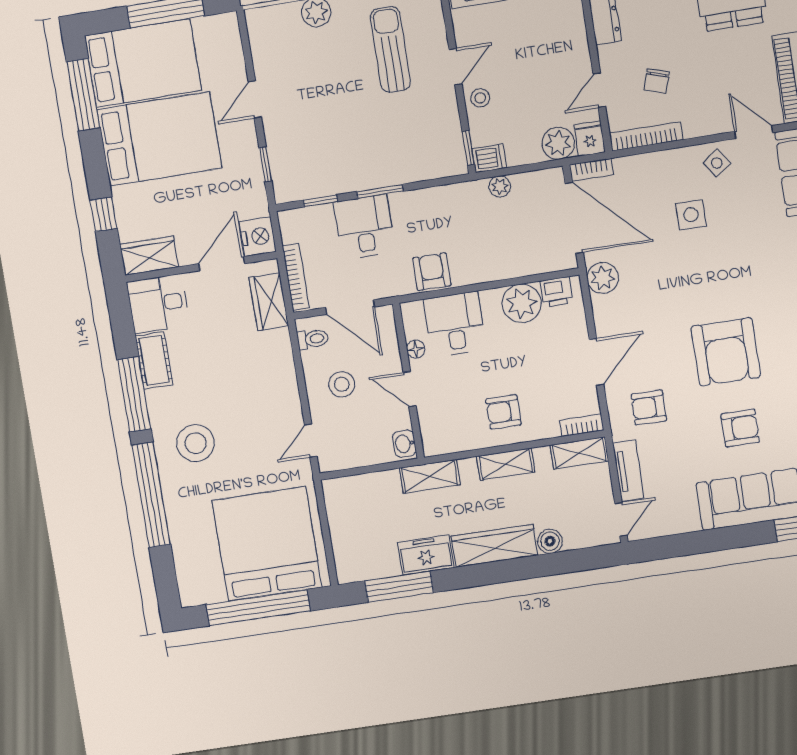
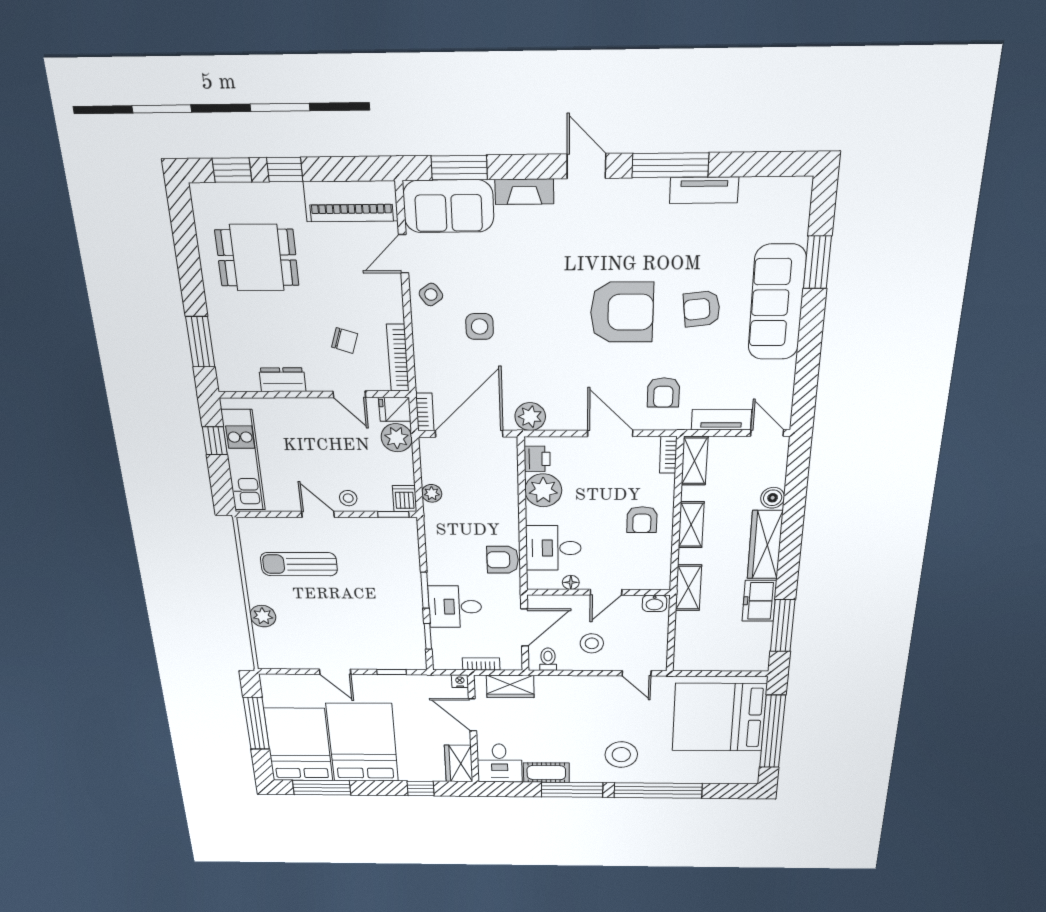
nightstand: (258, 237) -> (460, 681), width x0.53, depth x0.56
bookcase: (296, 277) -> (481, 664), width x0.64
armchair: (740, 428) -> (702, 309), turned -96

